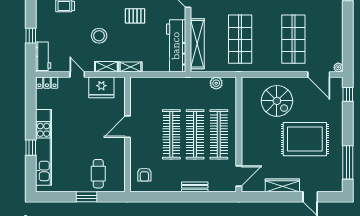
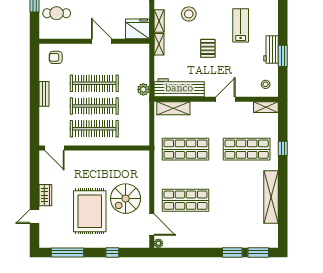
shelving: (197, 44) -> (173, 108), width x0.68
door: (319, 74) -> (152, 225), swing flipped
plant: (216, 83) -> (143, 89), moved
fridge: (101, 87) -> (137, 29), moved, turned 90
window: (348, 94) -> (112, 252), moved
spiral stairs: (277, 101) -> (126, 199), moved
wardrobe: (282, 185) -> (45, 195), width x0.67
bench: (195, 187) -> (44, 94), moved

